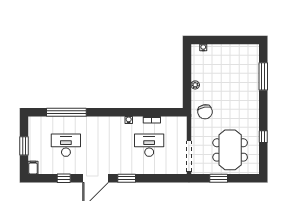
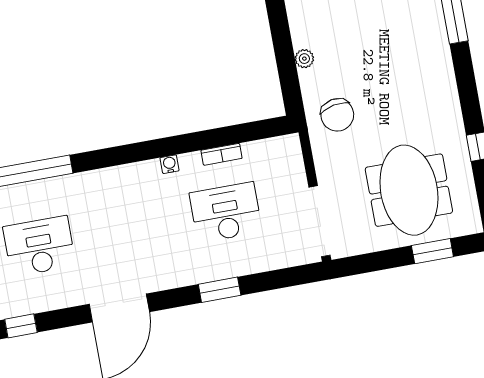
window: (64, 178) -> (21, 326), moved
window: (127, 178) -> (220, 290), moved
window: (219, 178) -> (432, 251), moved

